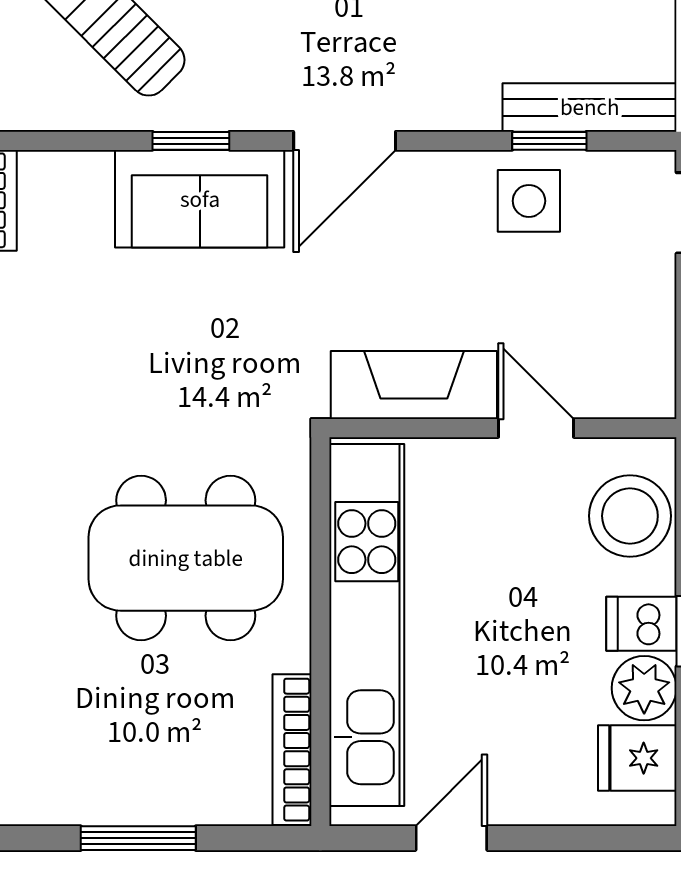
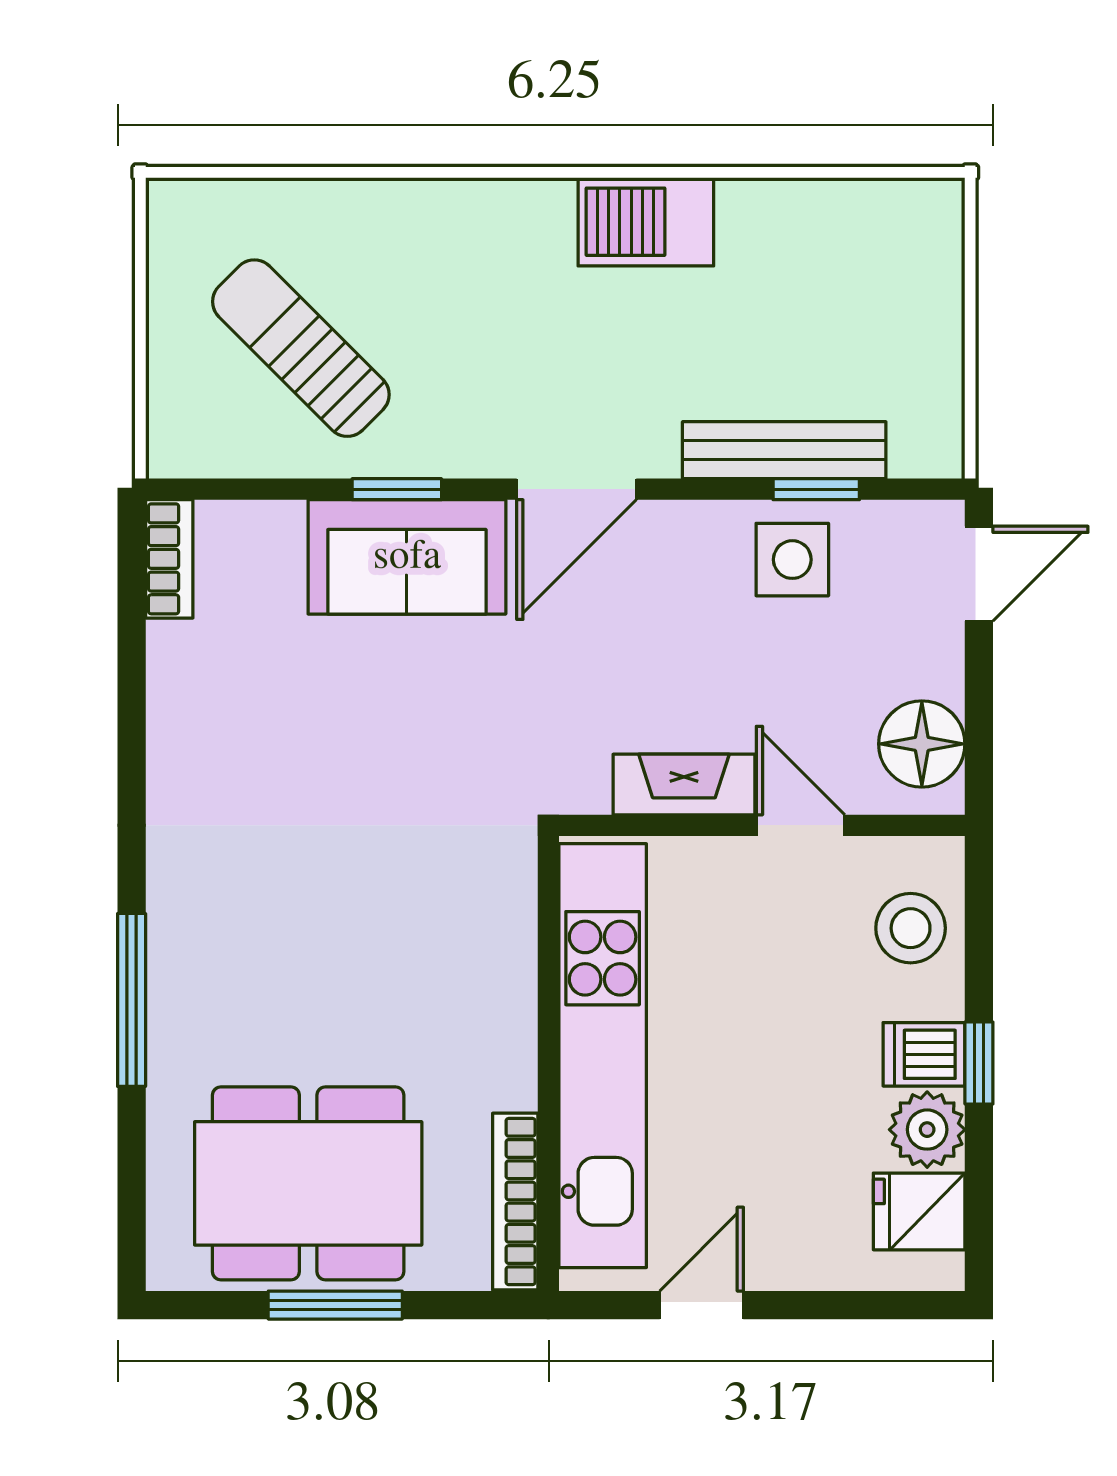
bench: (590, 107) -> (784, 450), moved
floor lamp: (640, 359) -> (922, 744), added
fireplace: (414, 385) -> (684, 785), width x0.73, depth x0.76
stool: (630, 516) -> (911, 928), width x0.73, depth x0.73
dining table: (186, 558) -> (308, 1183), moved

